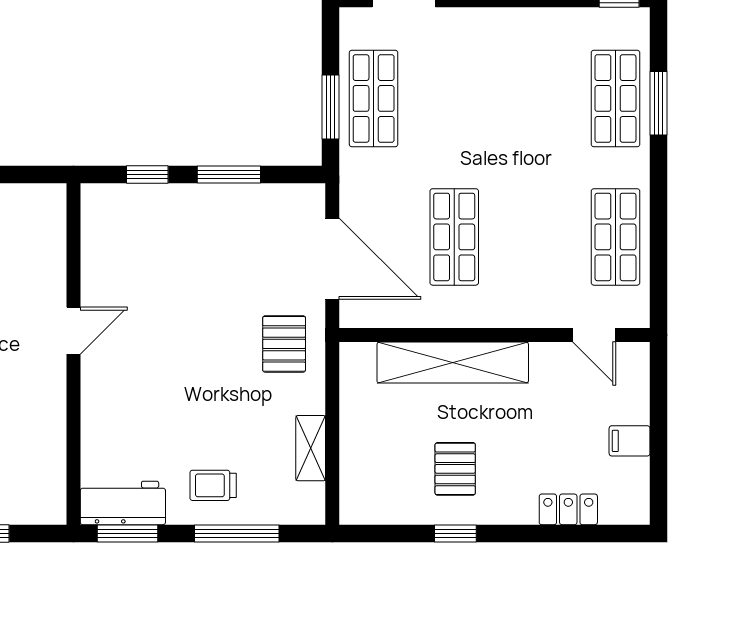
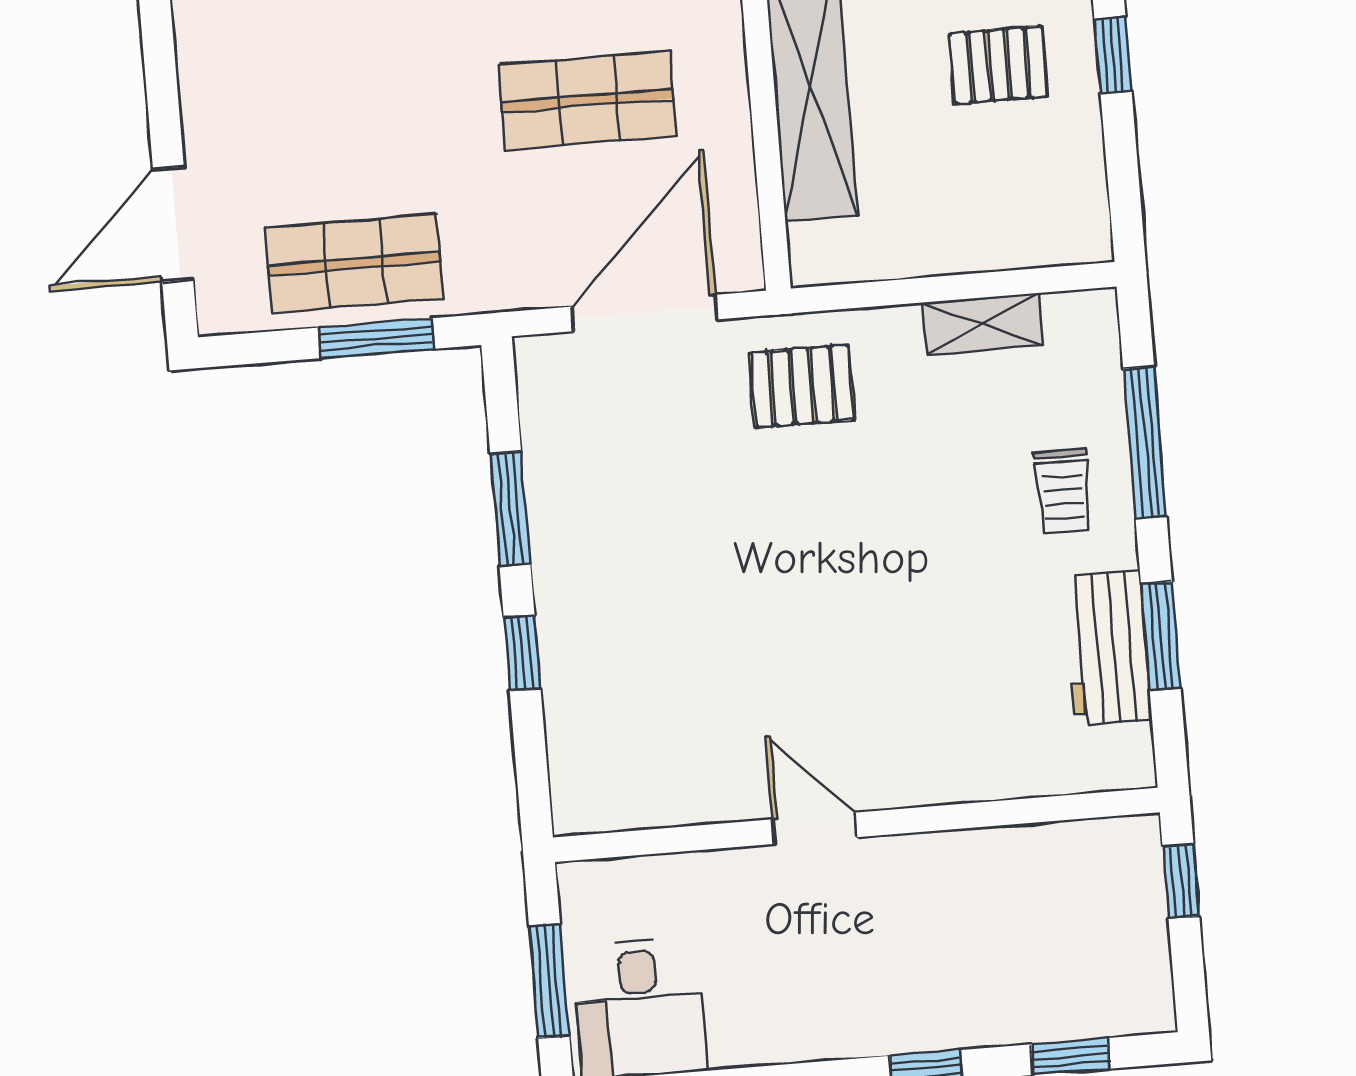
door: (74, 331) -> (815, 828), moved
wall: (74, 354) -> (856, 825), moved

